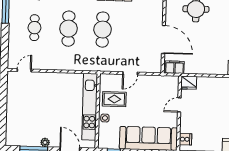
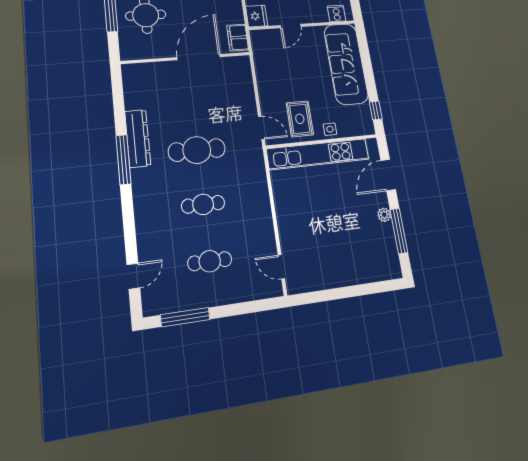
cafe table: (68, 29) -> (203, 204), width x0.73, depth x0.74
door: (130, 73) -> (261, 128), moved
door: (179, 105) -> (291, 26), hinge flipped

